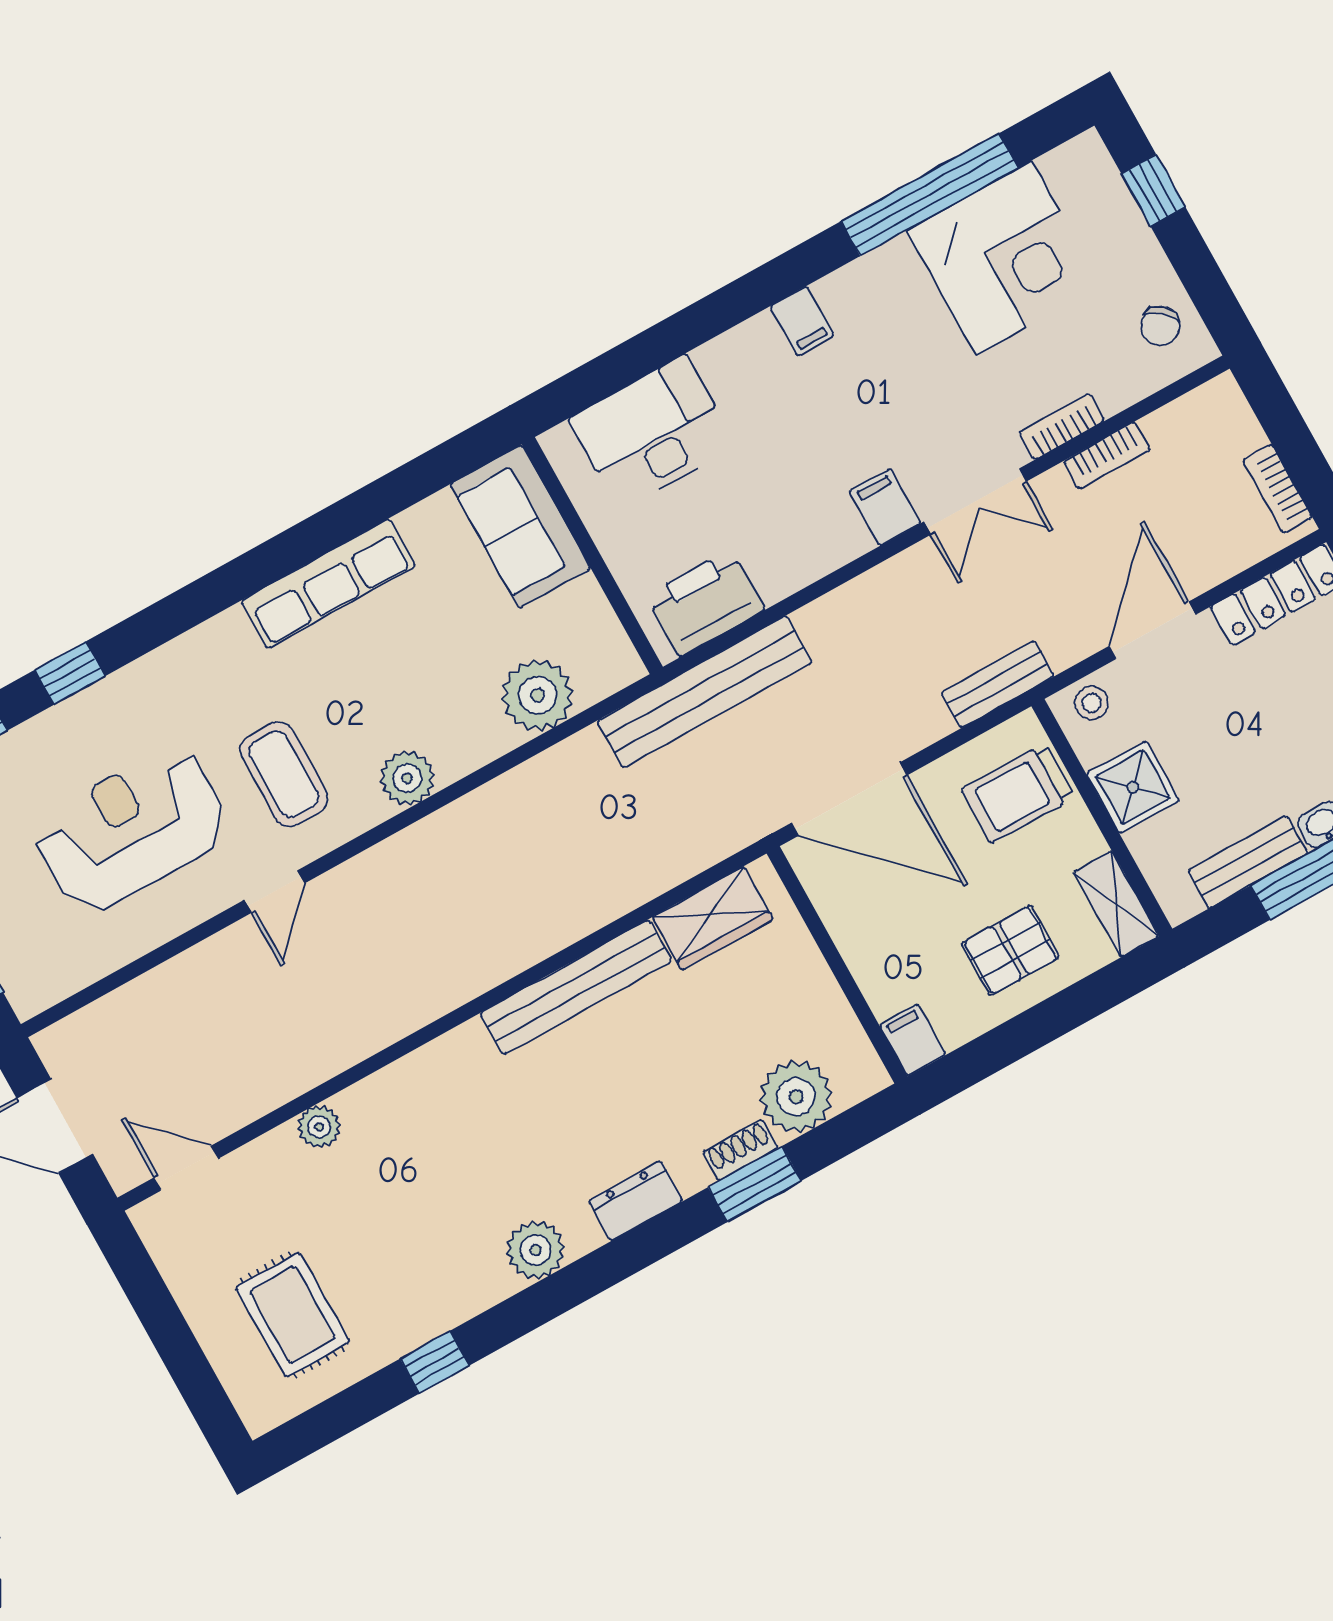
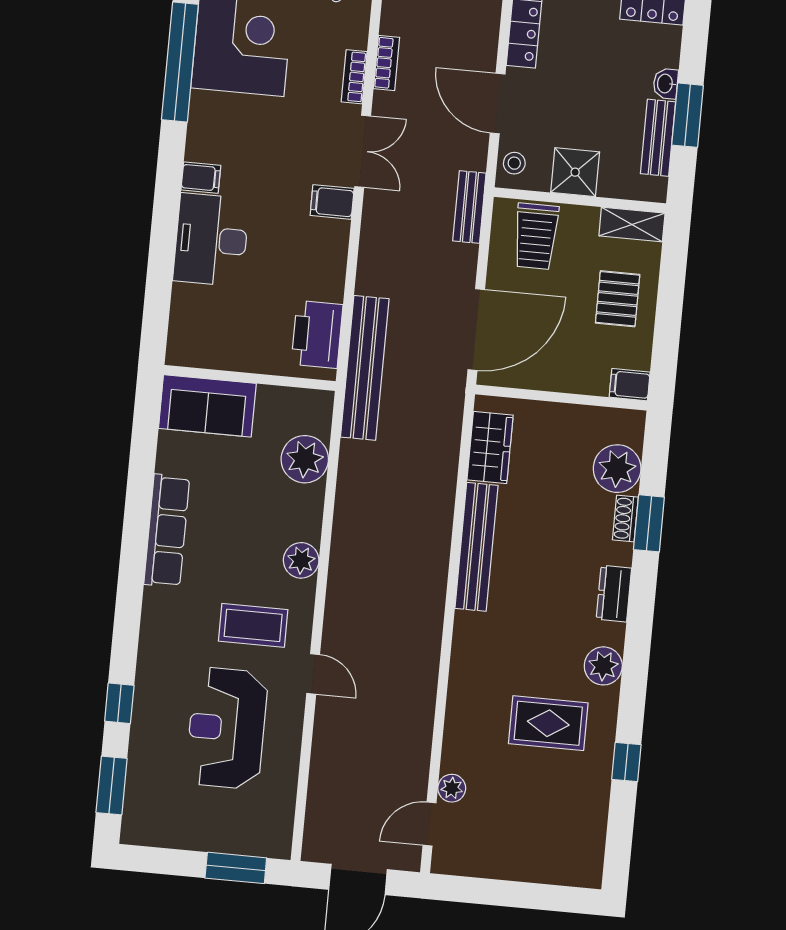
desk: (652, 432) -> (211, 240), moved
plant: (319, 1127) -> (452, 788), moved
rug: (293, 1315) -> (548, 723), moved

